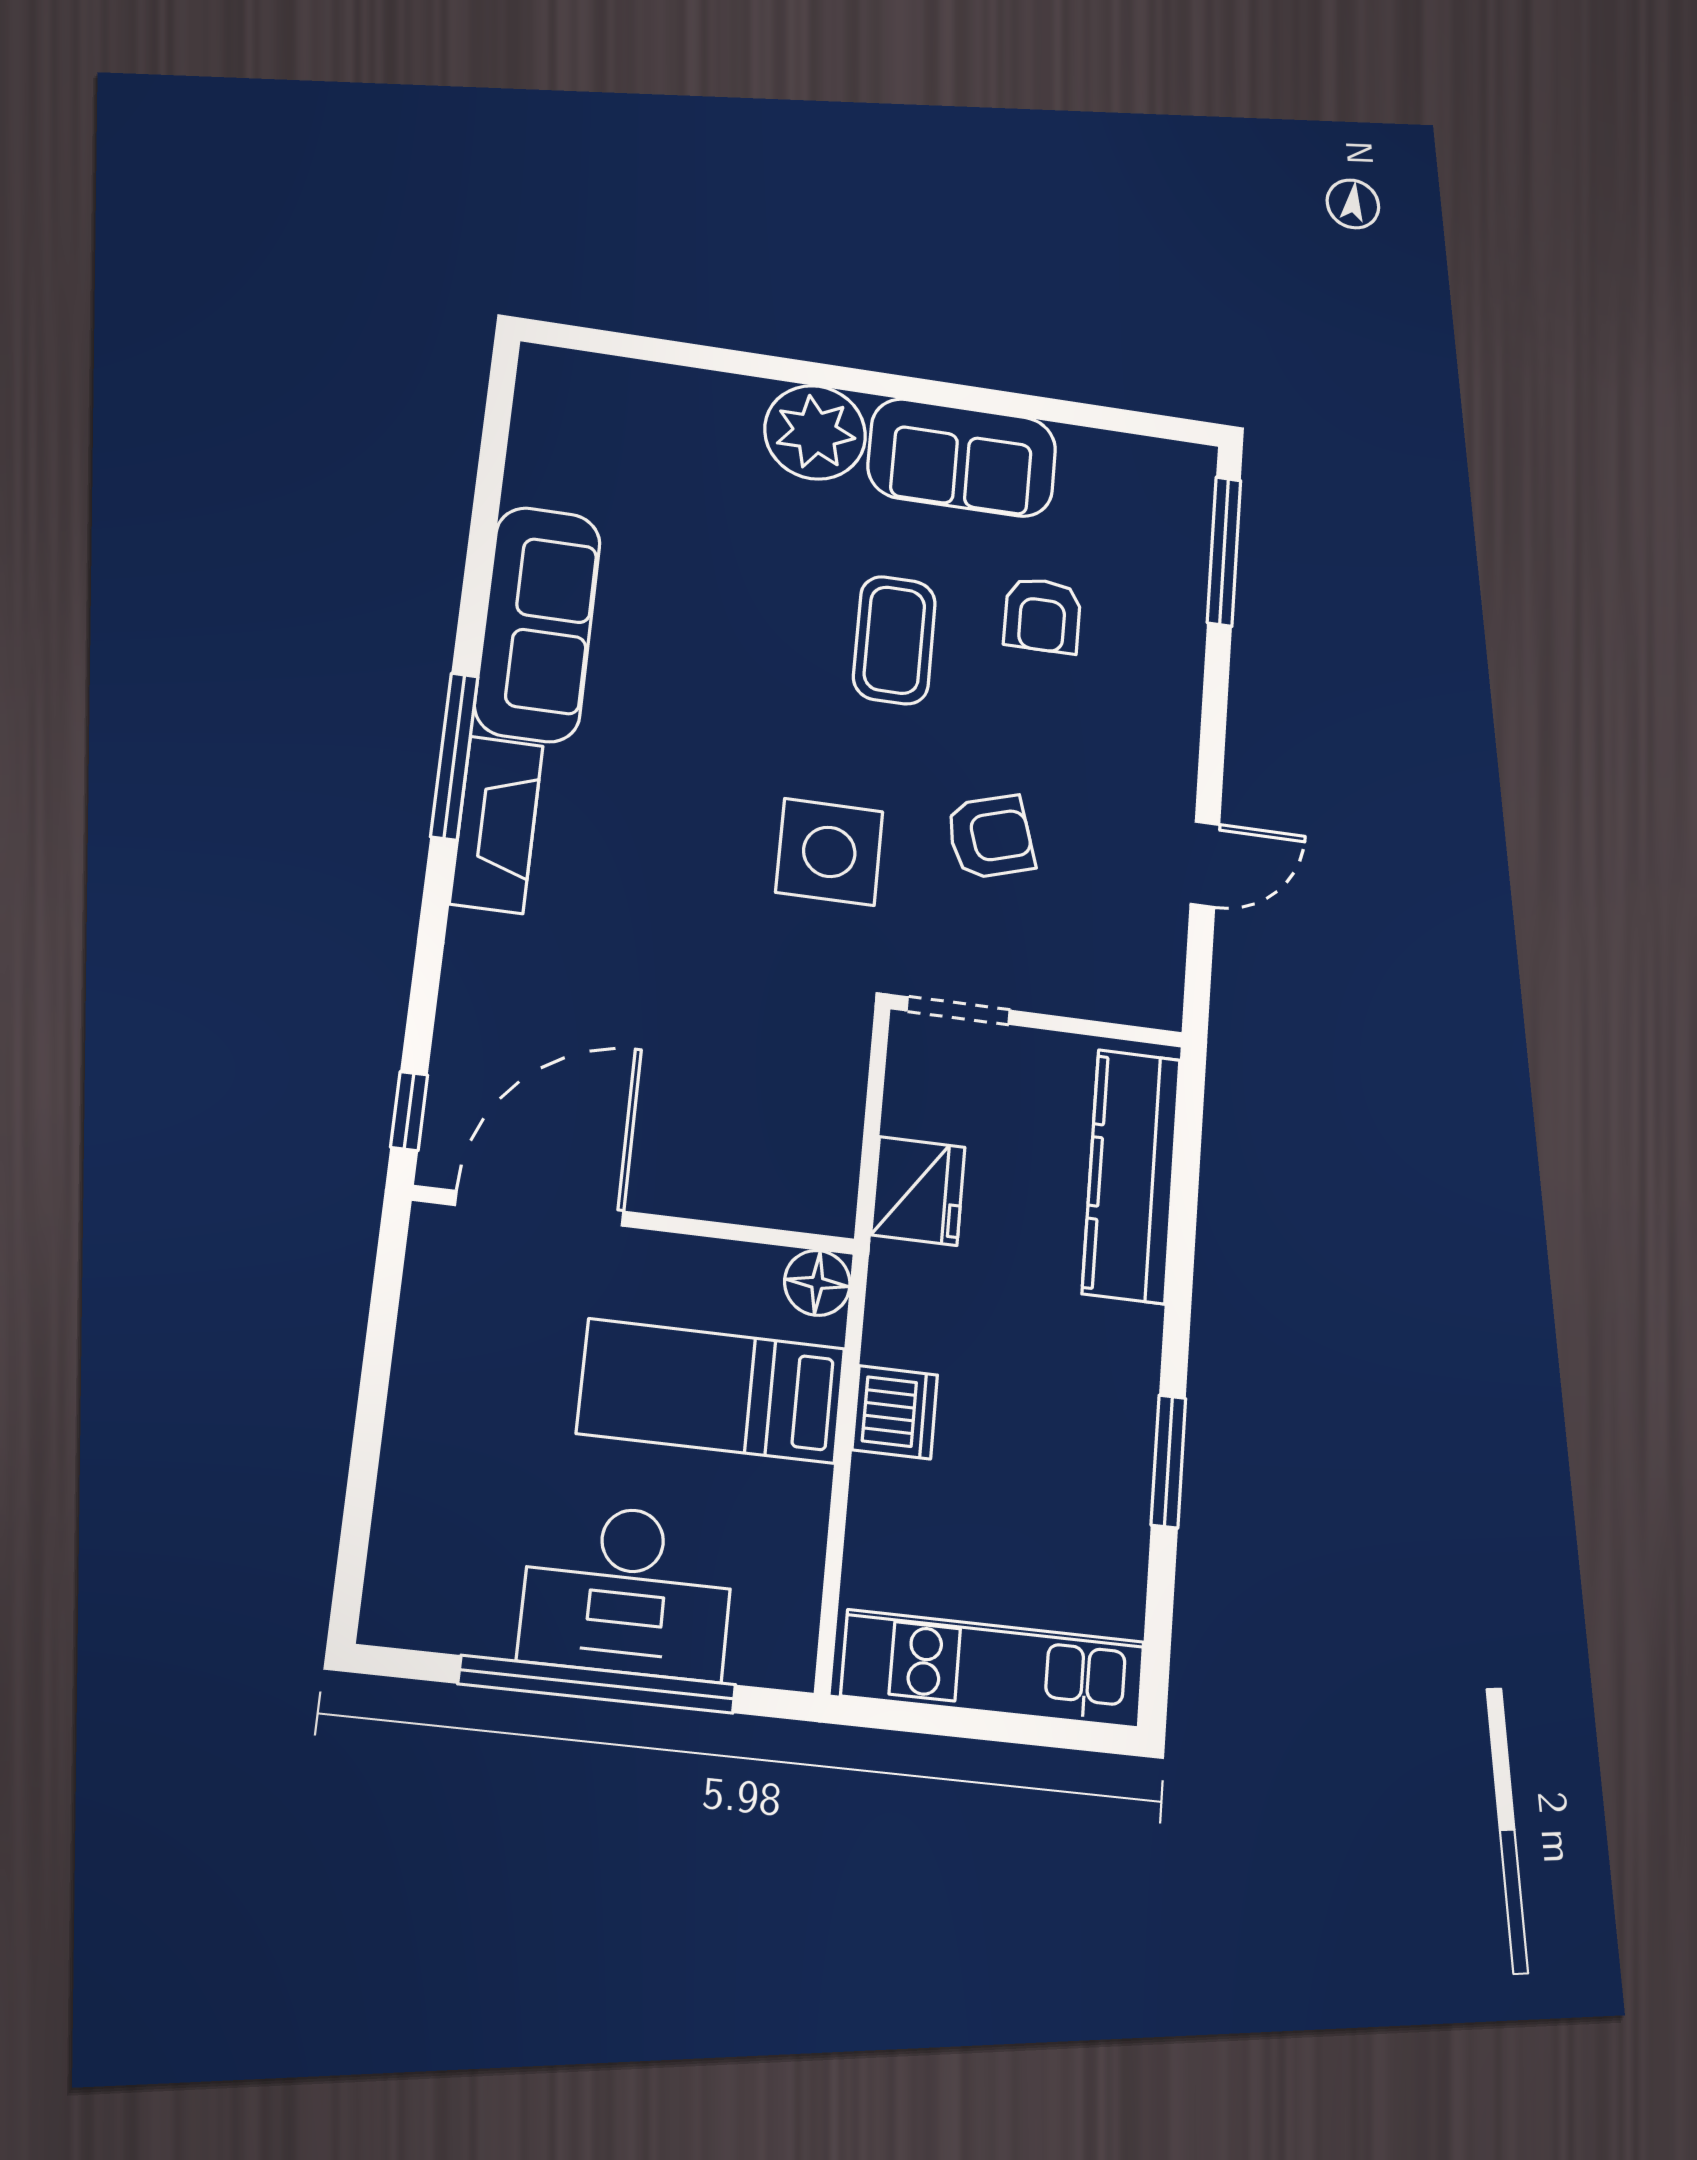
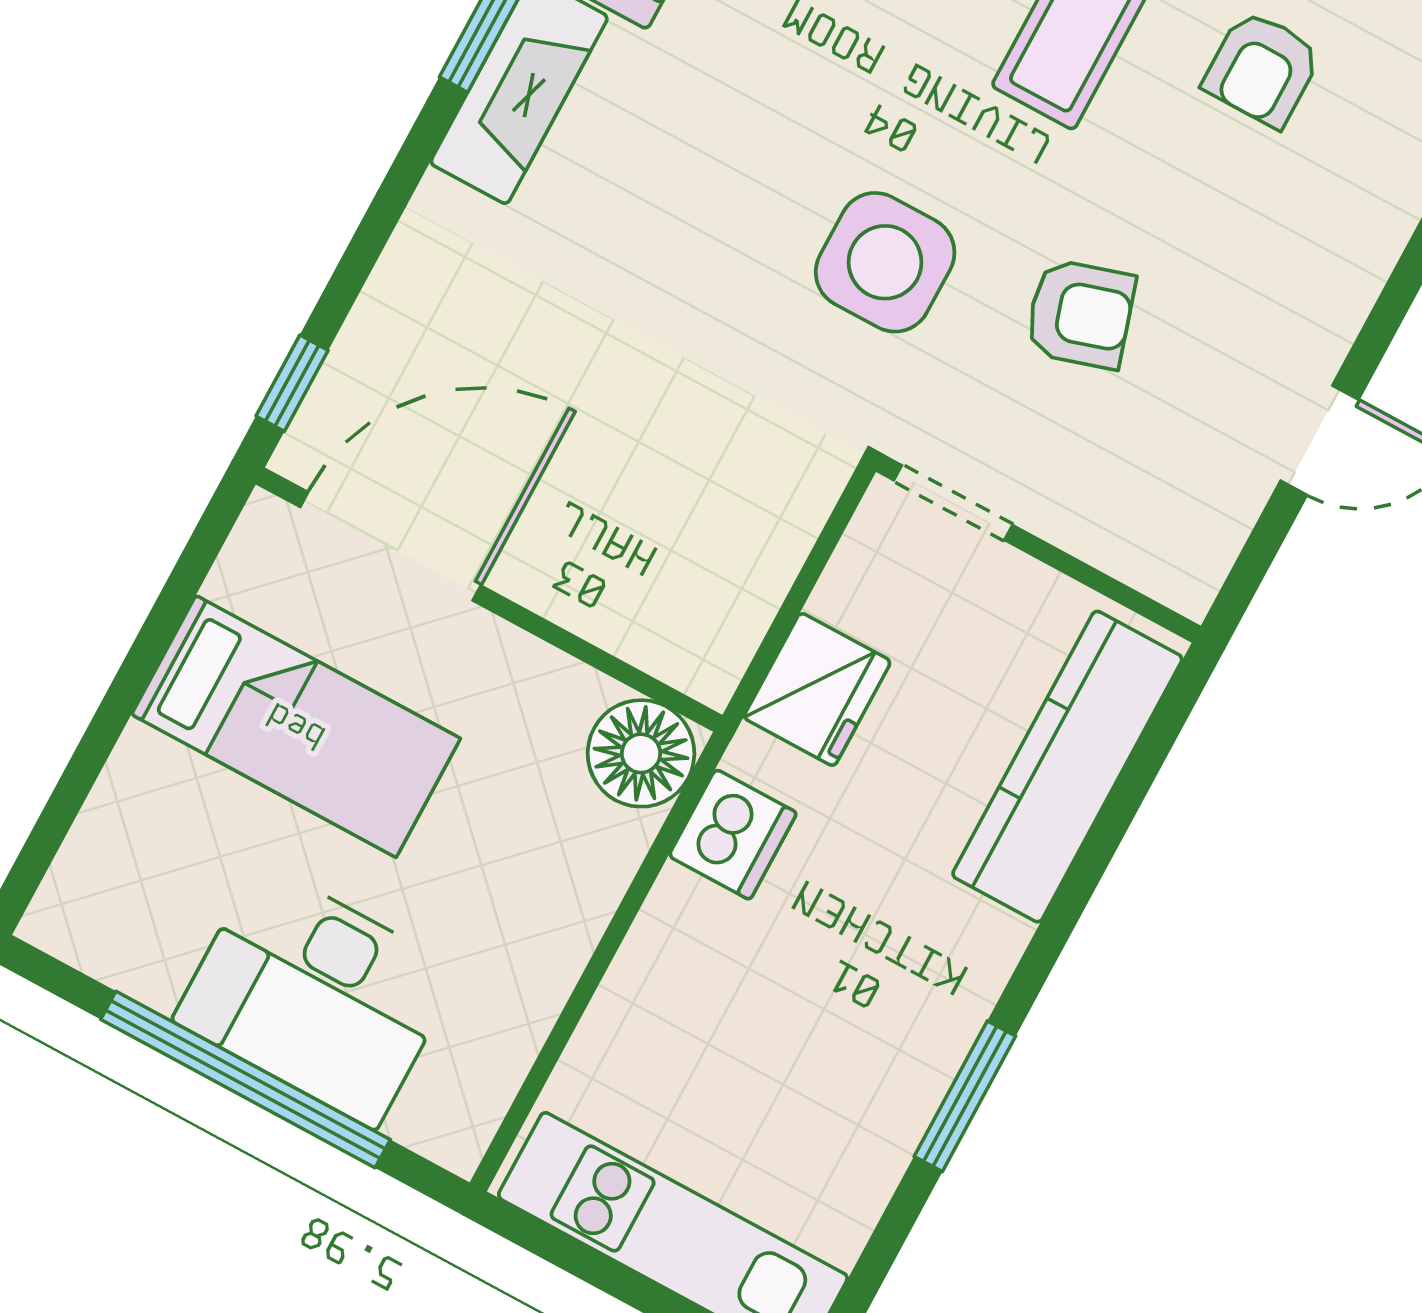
floor lamp: (817, 1283) -> (641, 753), width x1.38, depth x1.38
bed: (711, 1391) -> (296, 726), moved, turned 180
dishwasher: (895, 1412) -> (733, 834), moved

